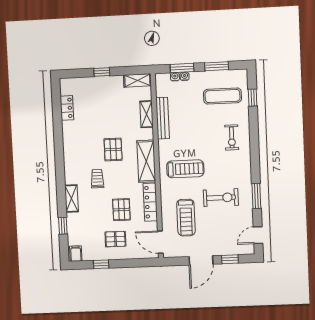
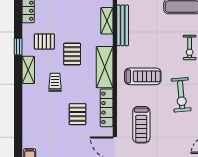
exercise bike: (221, 198) -> (181, 95), moved, turned 85
shelving: (71, 199) -> (28, 70), moved
window: (63, 226) -> (18, 47), moved
pallet: (115, 239) -> (44, 42), moved

